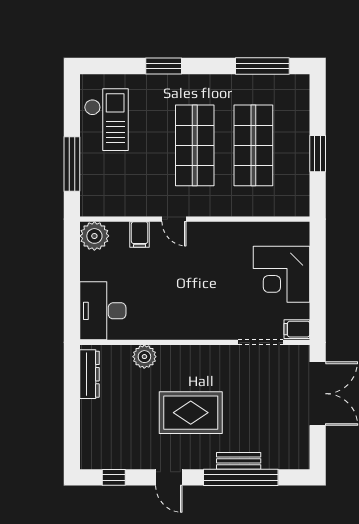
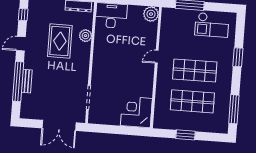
filing cabinet: (140, 234) -> (150, 38), removed
corner desk: (281, 274) -> (136, 112), moved
filing cabinet: (297, 329) -> (94, 117), removed
rug: (191, 413) -> (60, 41), moved

